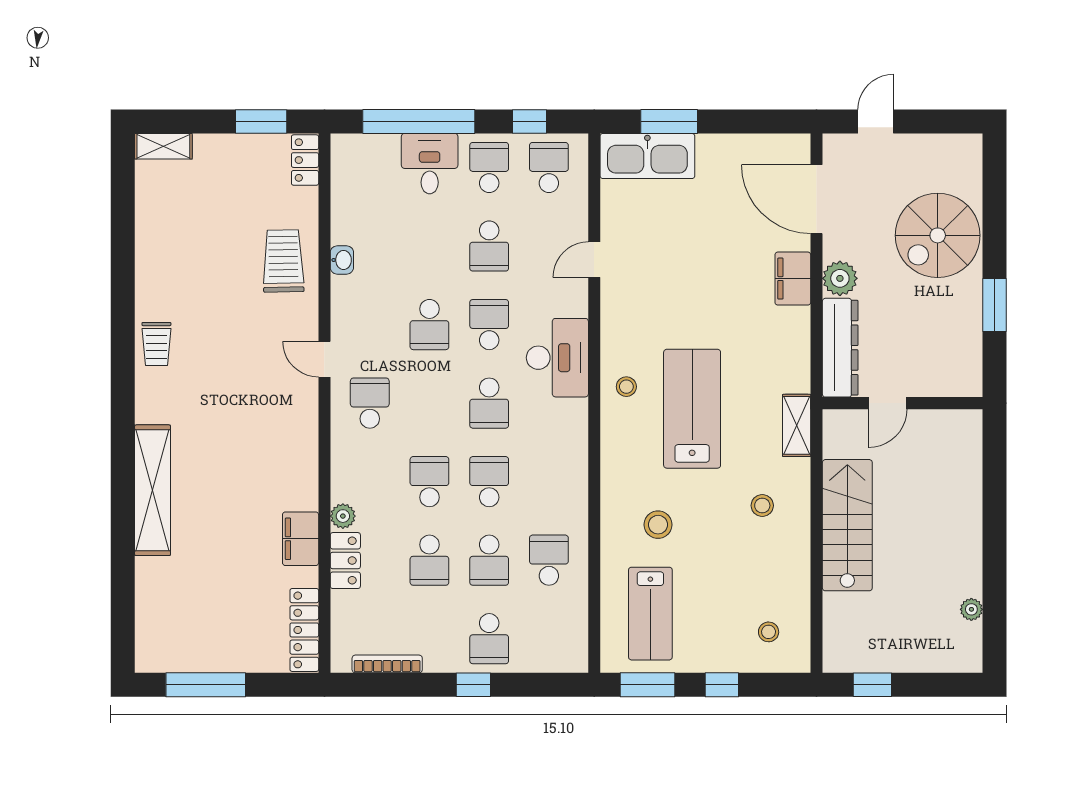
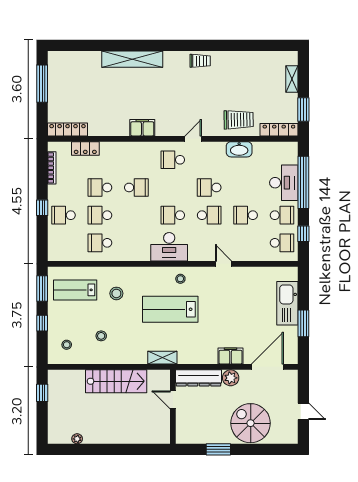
window: (669, 121) -> (303, 323), moved
door: (876, 121) -> (303, 411), moved
shelving: (163, 146) -> (292, 79), moved
kitchen sink: (647, 156) -> (287, 303), moved
locker: (305, 160) -> (279, 130), width x1.53
desk: (430, 164) -> (284, 183), width x1.37
washbasin: (342, 260) -> (239, 149), width x1.91, depth x1.45
door: (594, 260) -> (224, 264), moved
trolley: (156, 344) -> (200, 61), turned 180
desk: (557, 358) -> (169, 247), moved
school desk: (370, 403) -> (173, 160), turned 180
lab bench: (692, 409) -> (170, 309), turned 180
school desk: (489, 482) -> (136, 215), removed
stool: (762, 506) -> (101, 336), moved
plant: (343, 516) -> (120, 147), removed
filing cabinet: (301, 539) -> (142, 128), moved
school desk: (549, 560) -> (100, 243), turned 180
locker: (345, 561) -> (85, 148), moved

